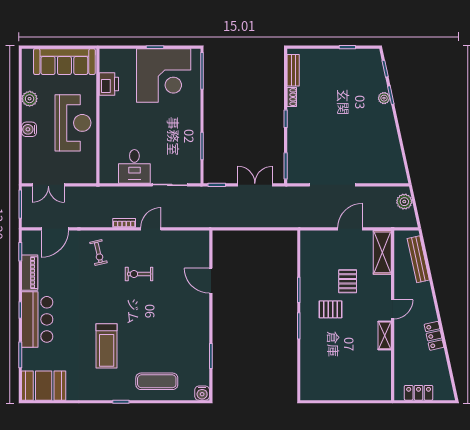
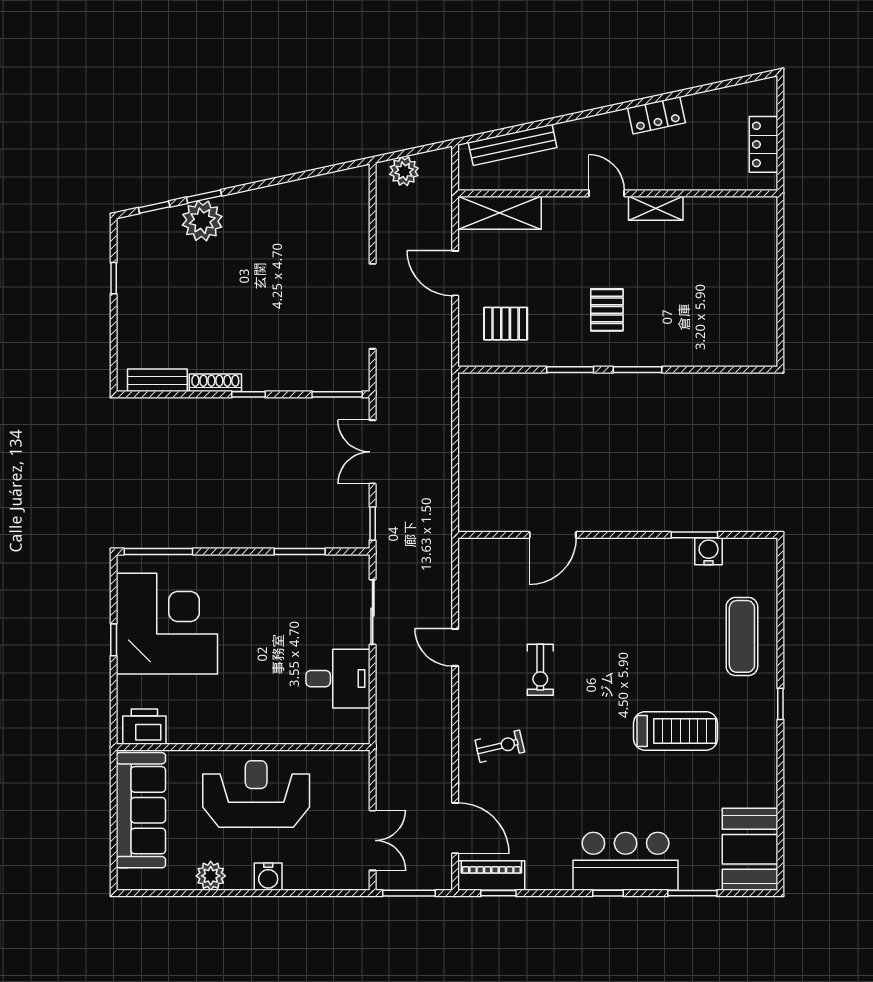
printer: (109, 84) -> (144, 727), moved
shoe rack: (292, 97) -> (215, 383), width x1.43
plant: (384, 98) -> (202, 221), width x1.87, depth x1.87
bookcase: (124, 223) -> (444, 698), removed
piano: (30, 273) -> (491, 876), moved
pallet: (348, 281) -> (506, 324), moved
water cooler: (202, 393) -> (709, 551), moved, turned -90

